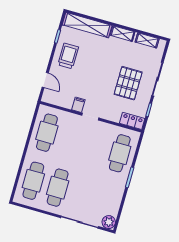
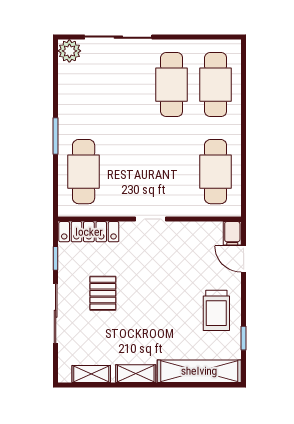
pallet: (128, 83) -> (103, 293), width x0.67, depth x0.71
filing cabinet: (78, 105) -> (232, 233), moved
locker: (132, 121) -> (89, 232), width x1.53

